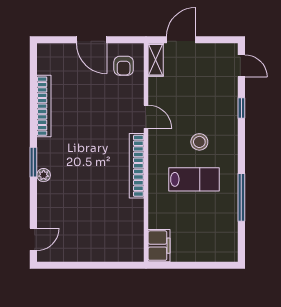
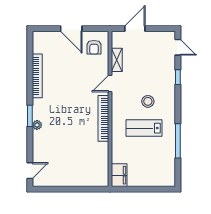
shelving: (156, 60) -> (117, 60), moved
door: (146, 117) -> (110, 83), swing flipped
lab bench: (194, 179) -> (144, 128), turned 180

